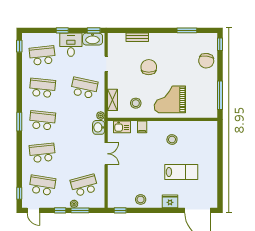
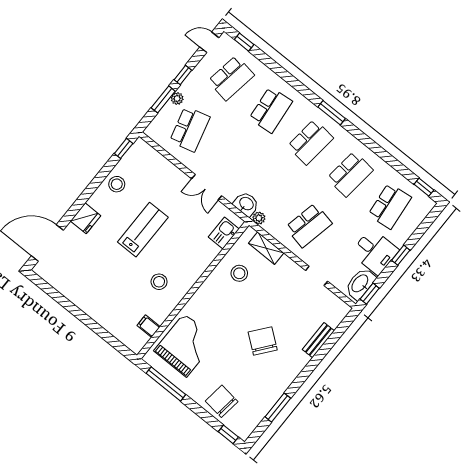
chair: (149, 67) -> (263, 341), moved, turned -142
grand piano: (170, 99) -> (185, 345), moved
filing cabinet: (142, 127) -> (149, 326), moved
lab bench: (181, 172) -> (143, 230), moved, turned 180

